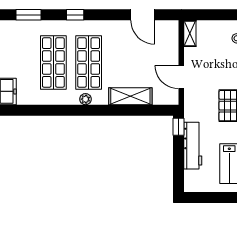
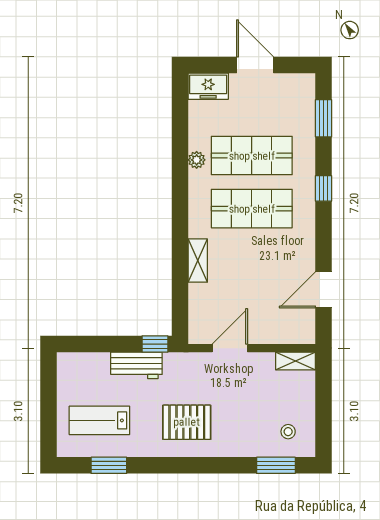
shelving: (130, 96) -> (198, 261), width x0.67, depth x0.75
plant: (85, 99) -> (197, 160), moved
workbench: (193, 146) -> (136, 365), width x0.73

